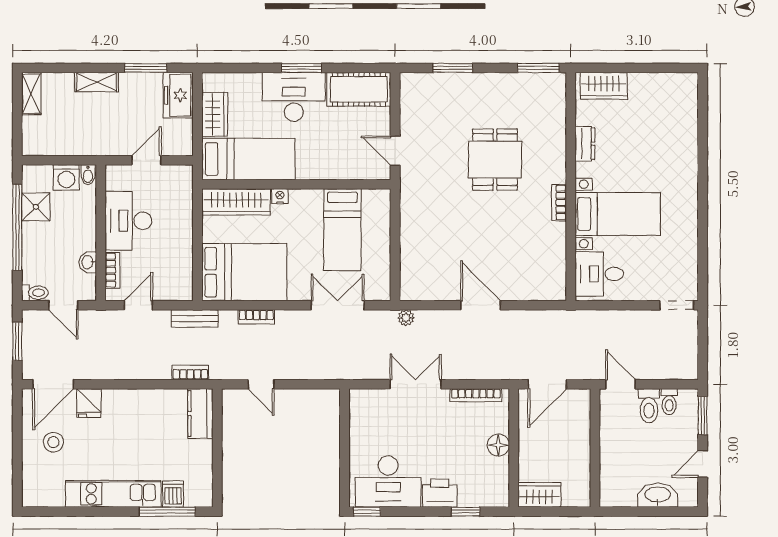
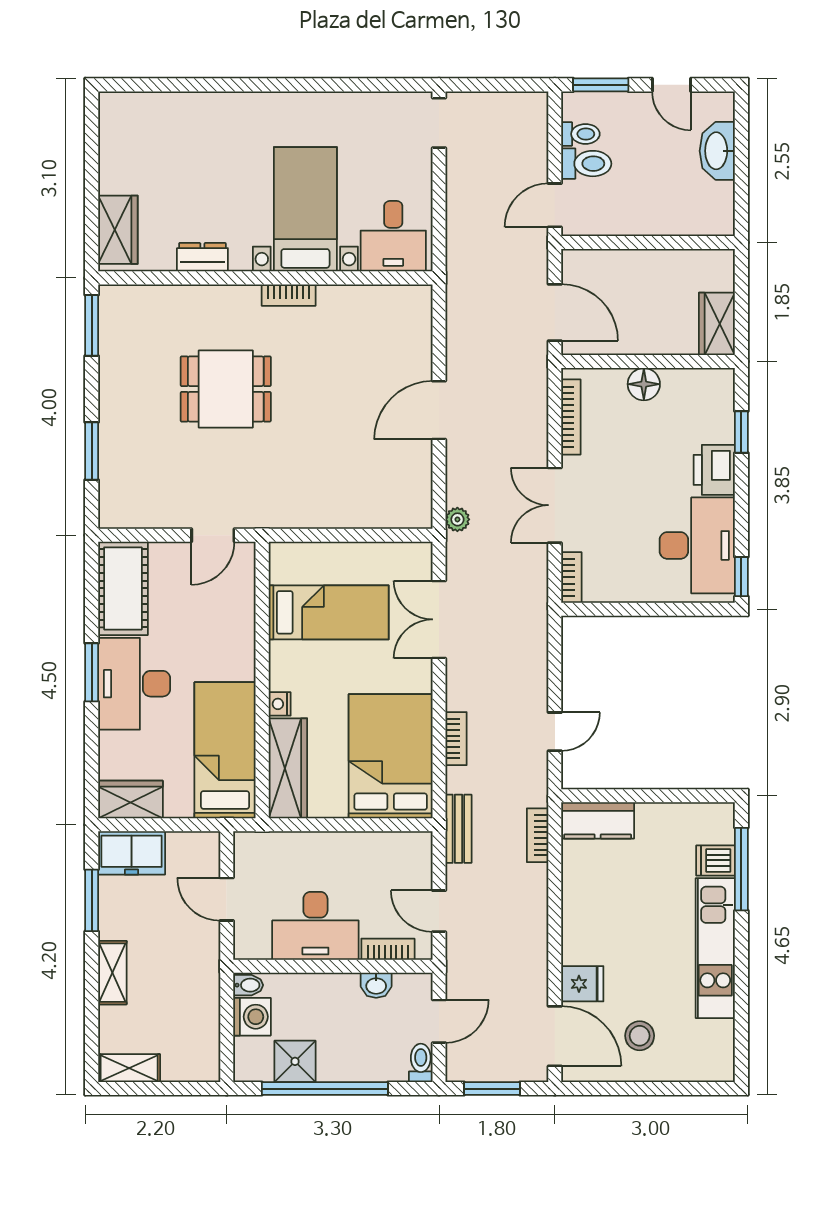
wardrobe: (215, 114) -> (130, 800), moved
bookcase: (366, 396) -> (571, 577), added

